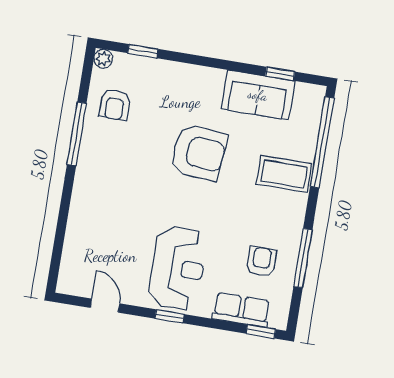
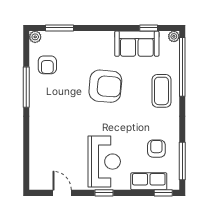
window: (143, 51) -> (59, 28), width x1.50
plant: (317, 93) -> (174, 36), added
coffee table: (284, 174) -> (161, 91), turned 90
window: (303, 258) -> (182, 161), moved

